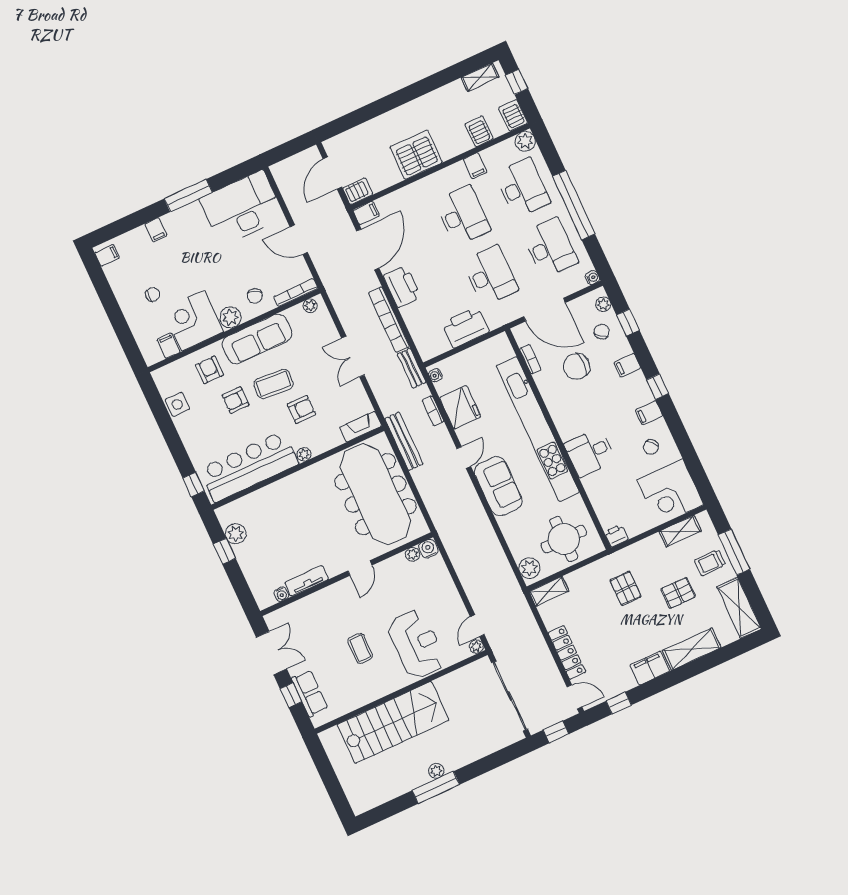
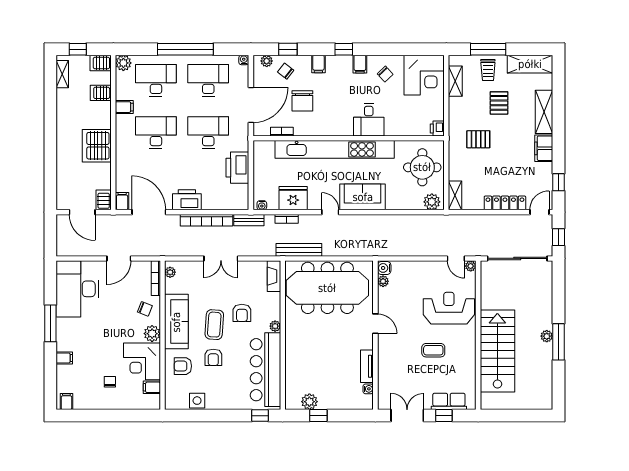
armchair: (302, 409) -> (242, 313), turned 180

